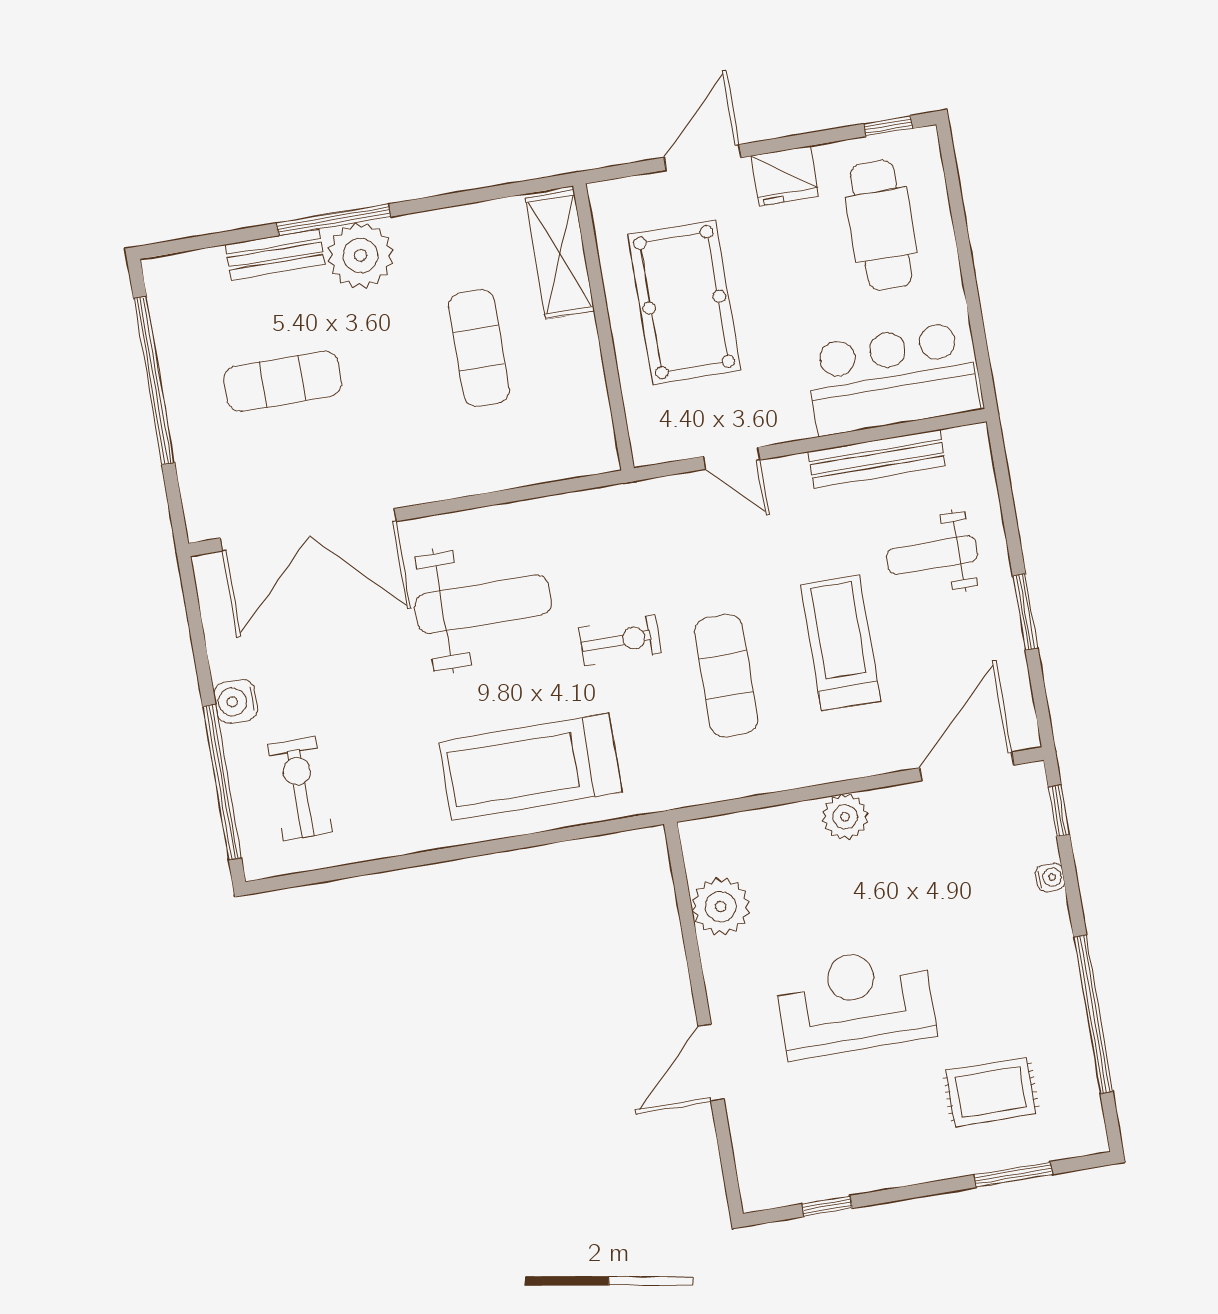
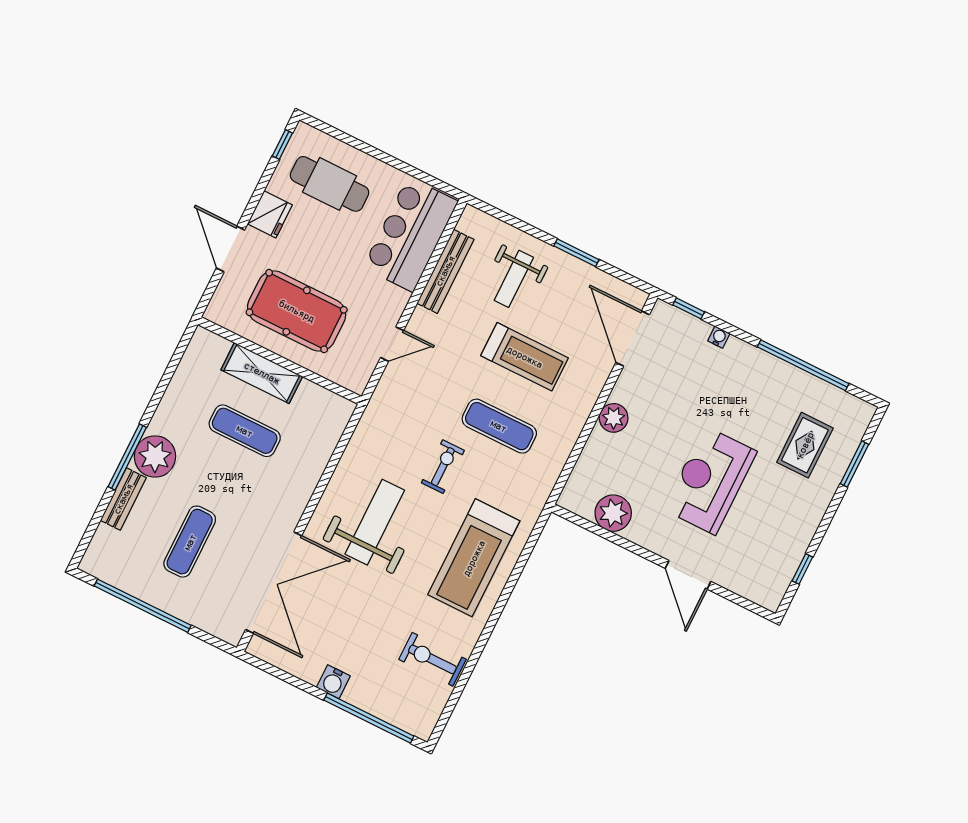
shelving: (560, 254) -> (262, 373), moved
treadmill: (840, 643) -> (525, 357), turned 180
exercise bike: (300, 789) -> (432, 659), moved

